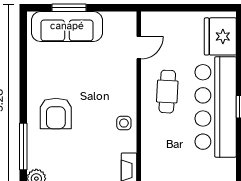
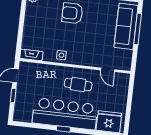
window: (69, 8) -> (138, 29), width x1.44

